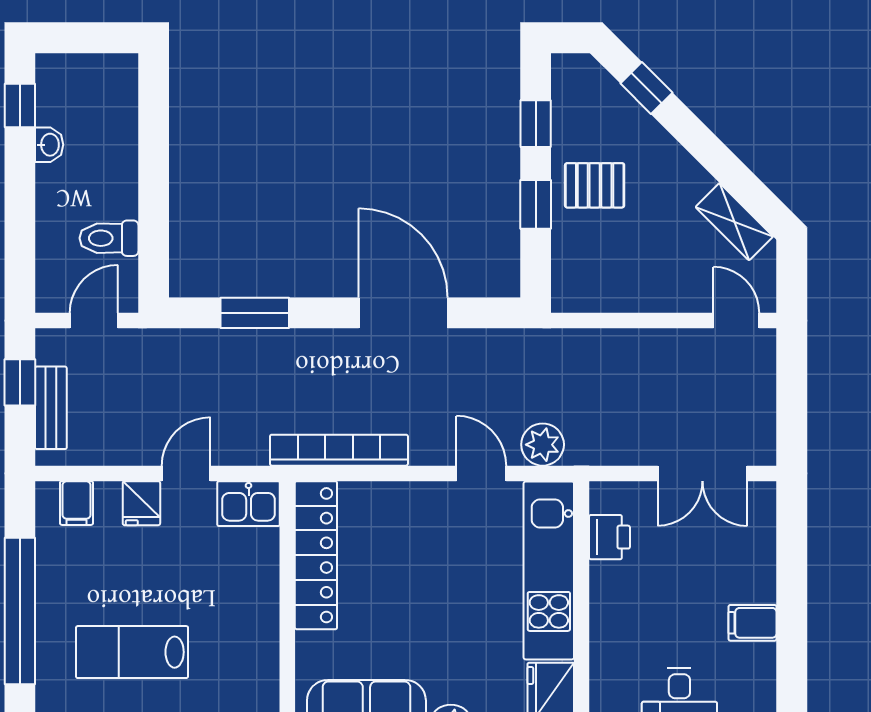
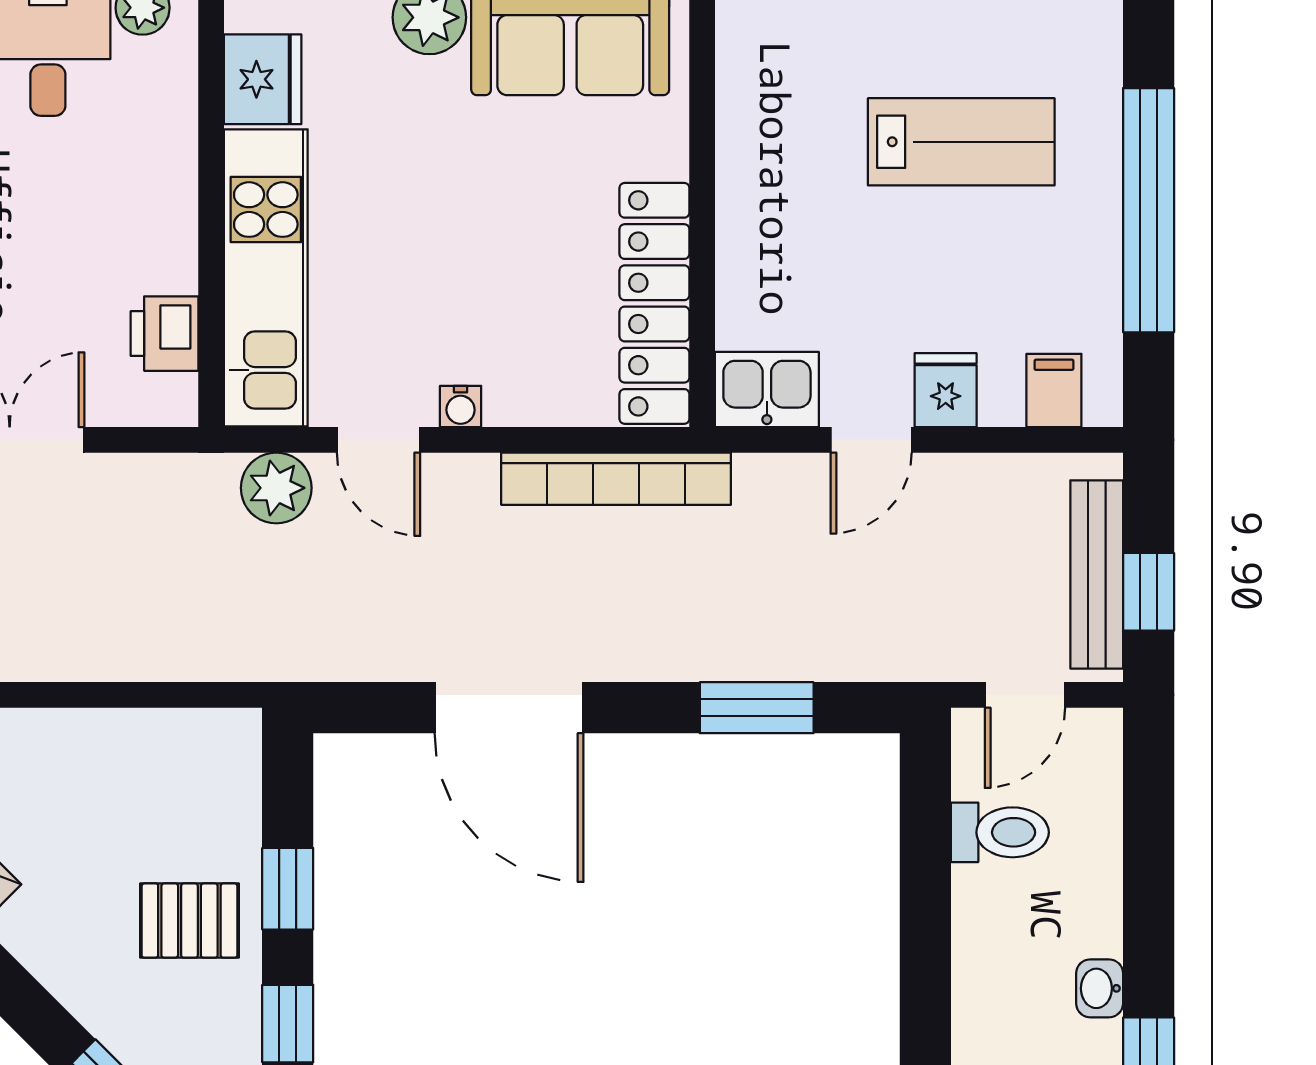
bench: (51, 408) -> (1097, 574), width x1.36
water cooler: (432, 493) -> (461, 406), added

